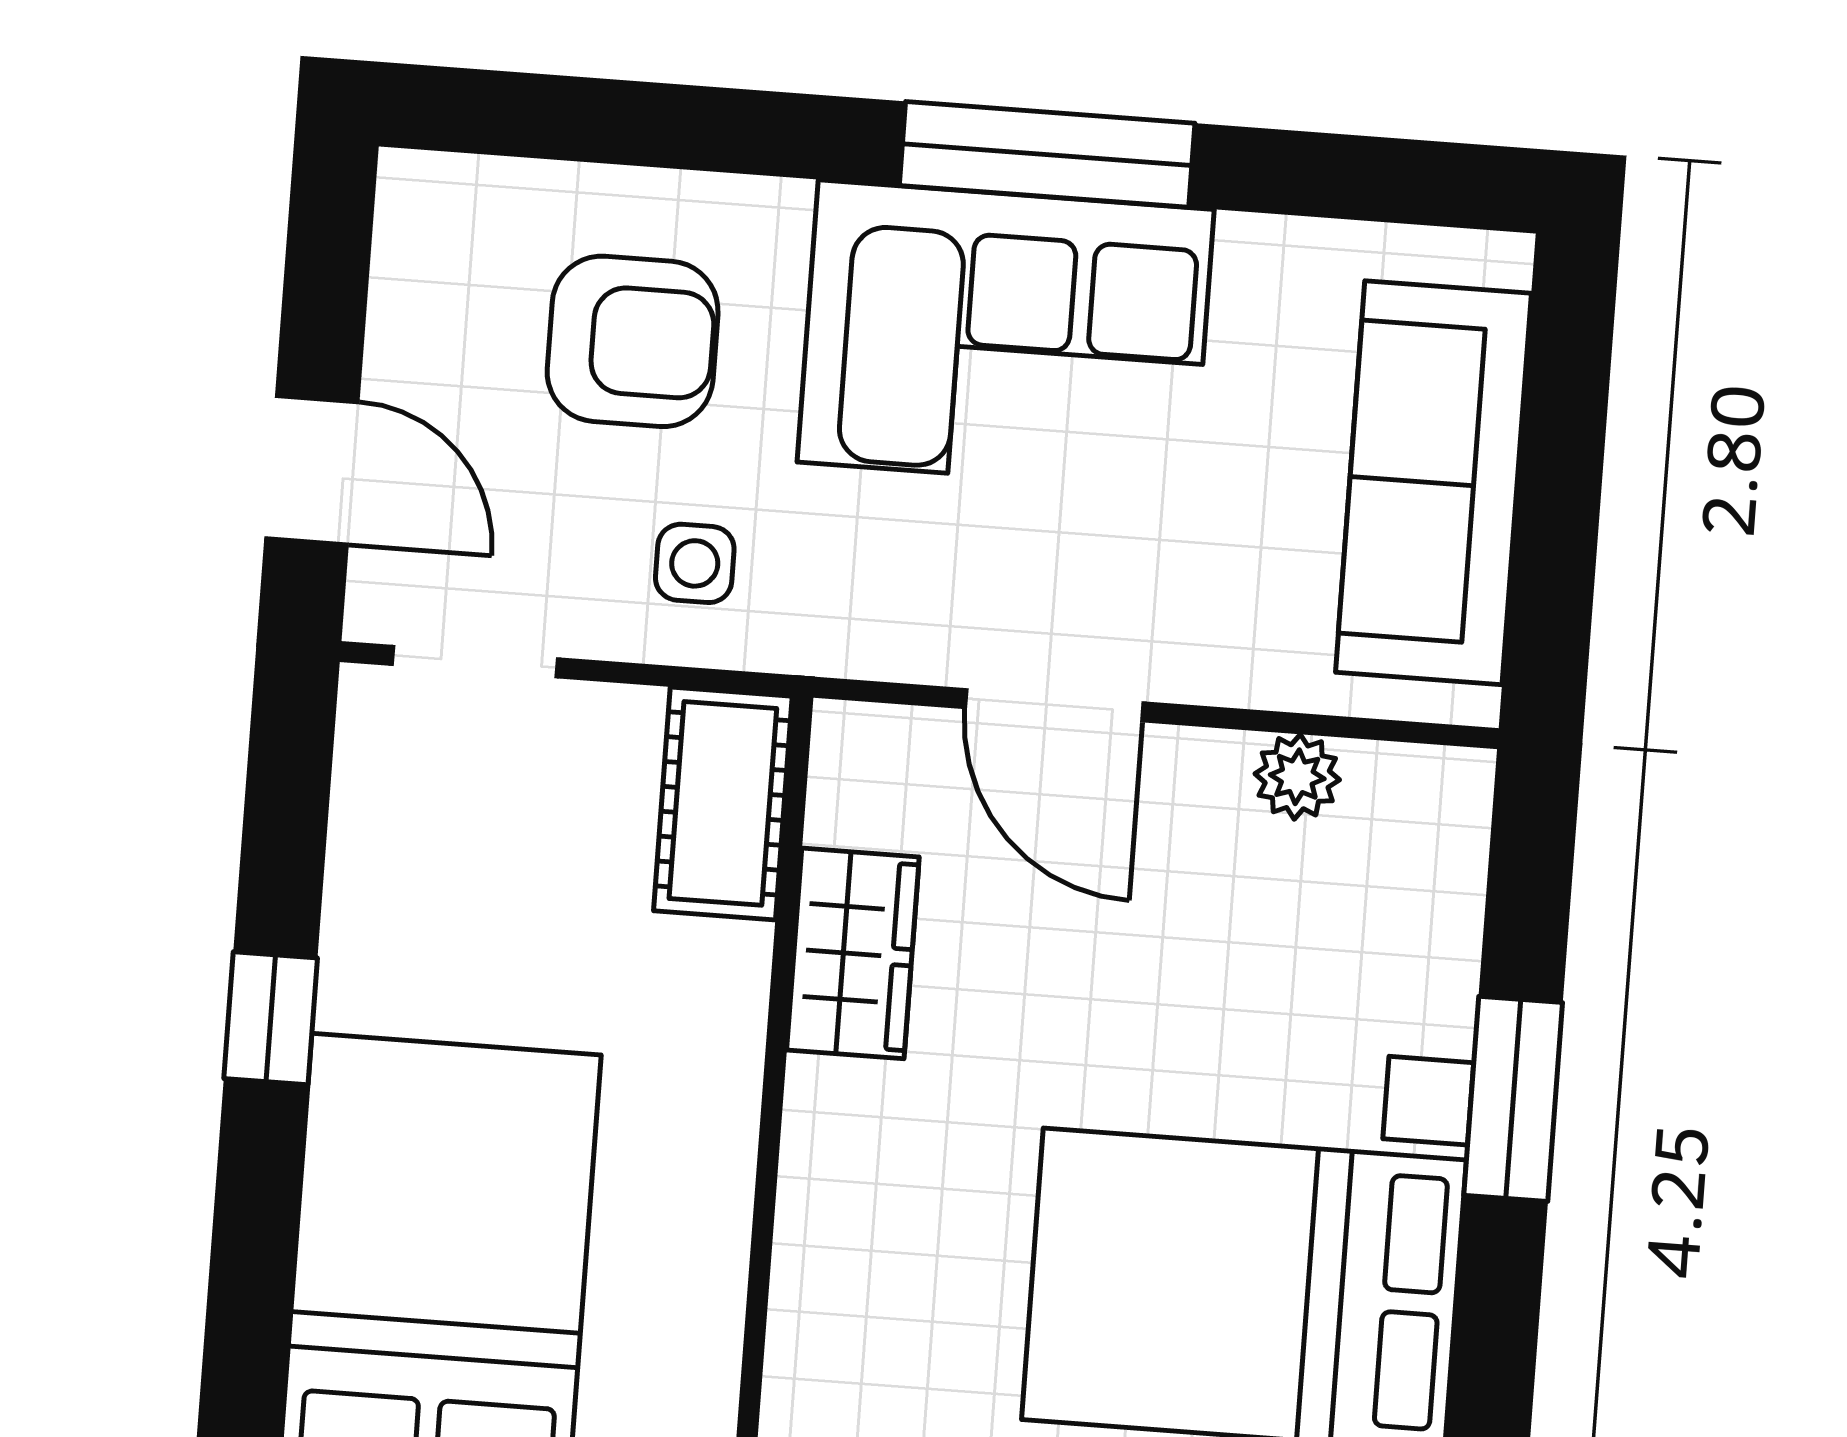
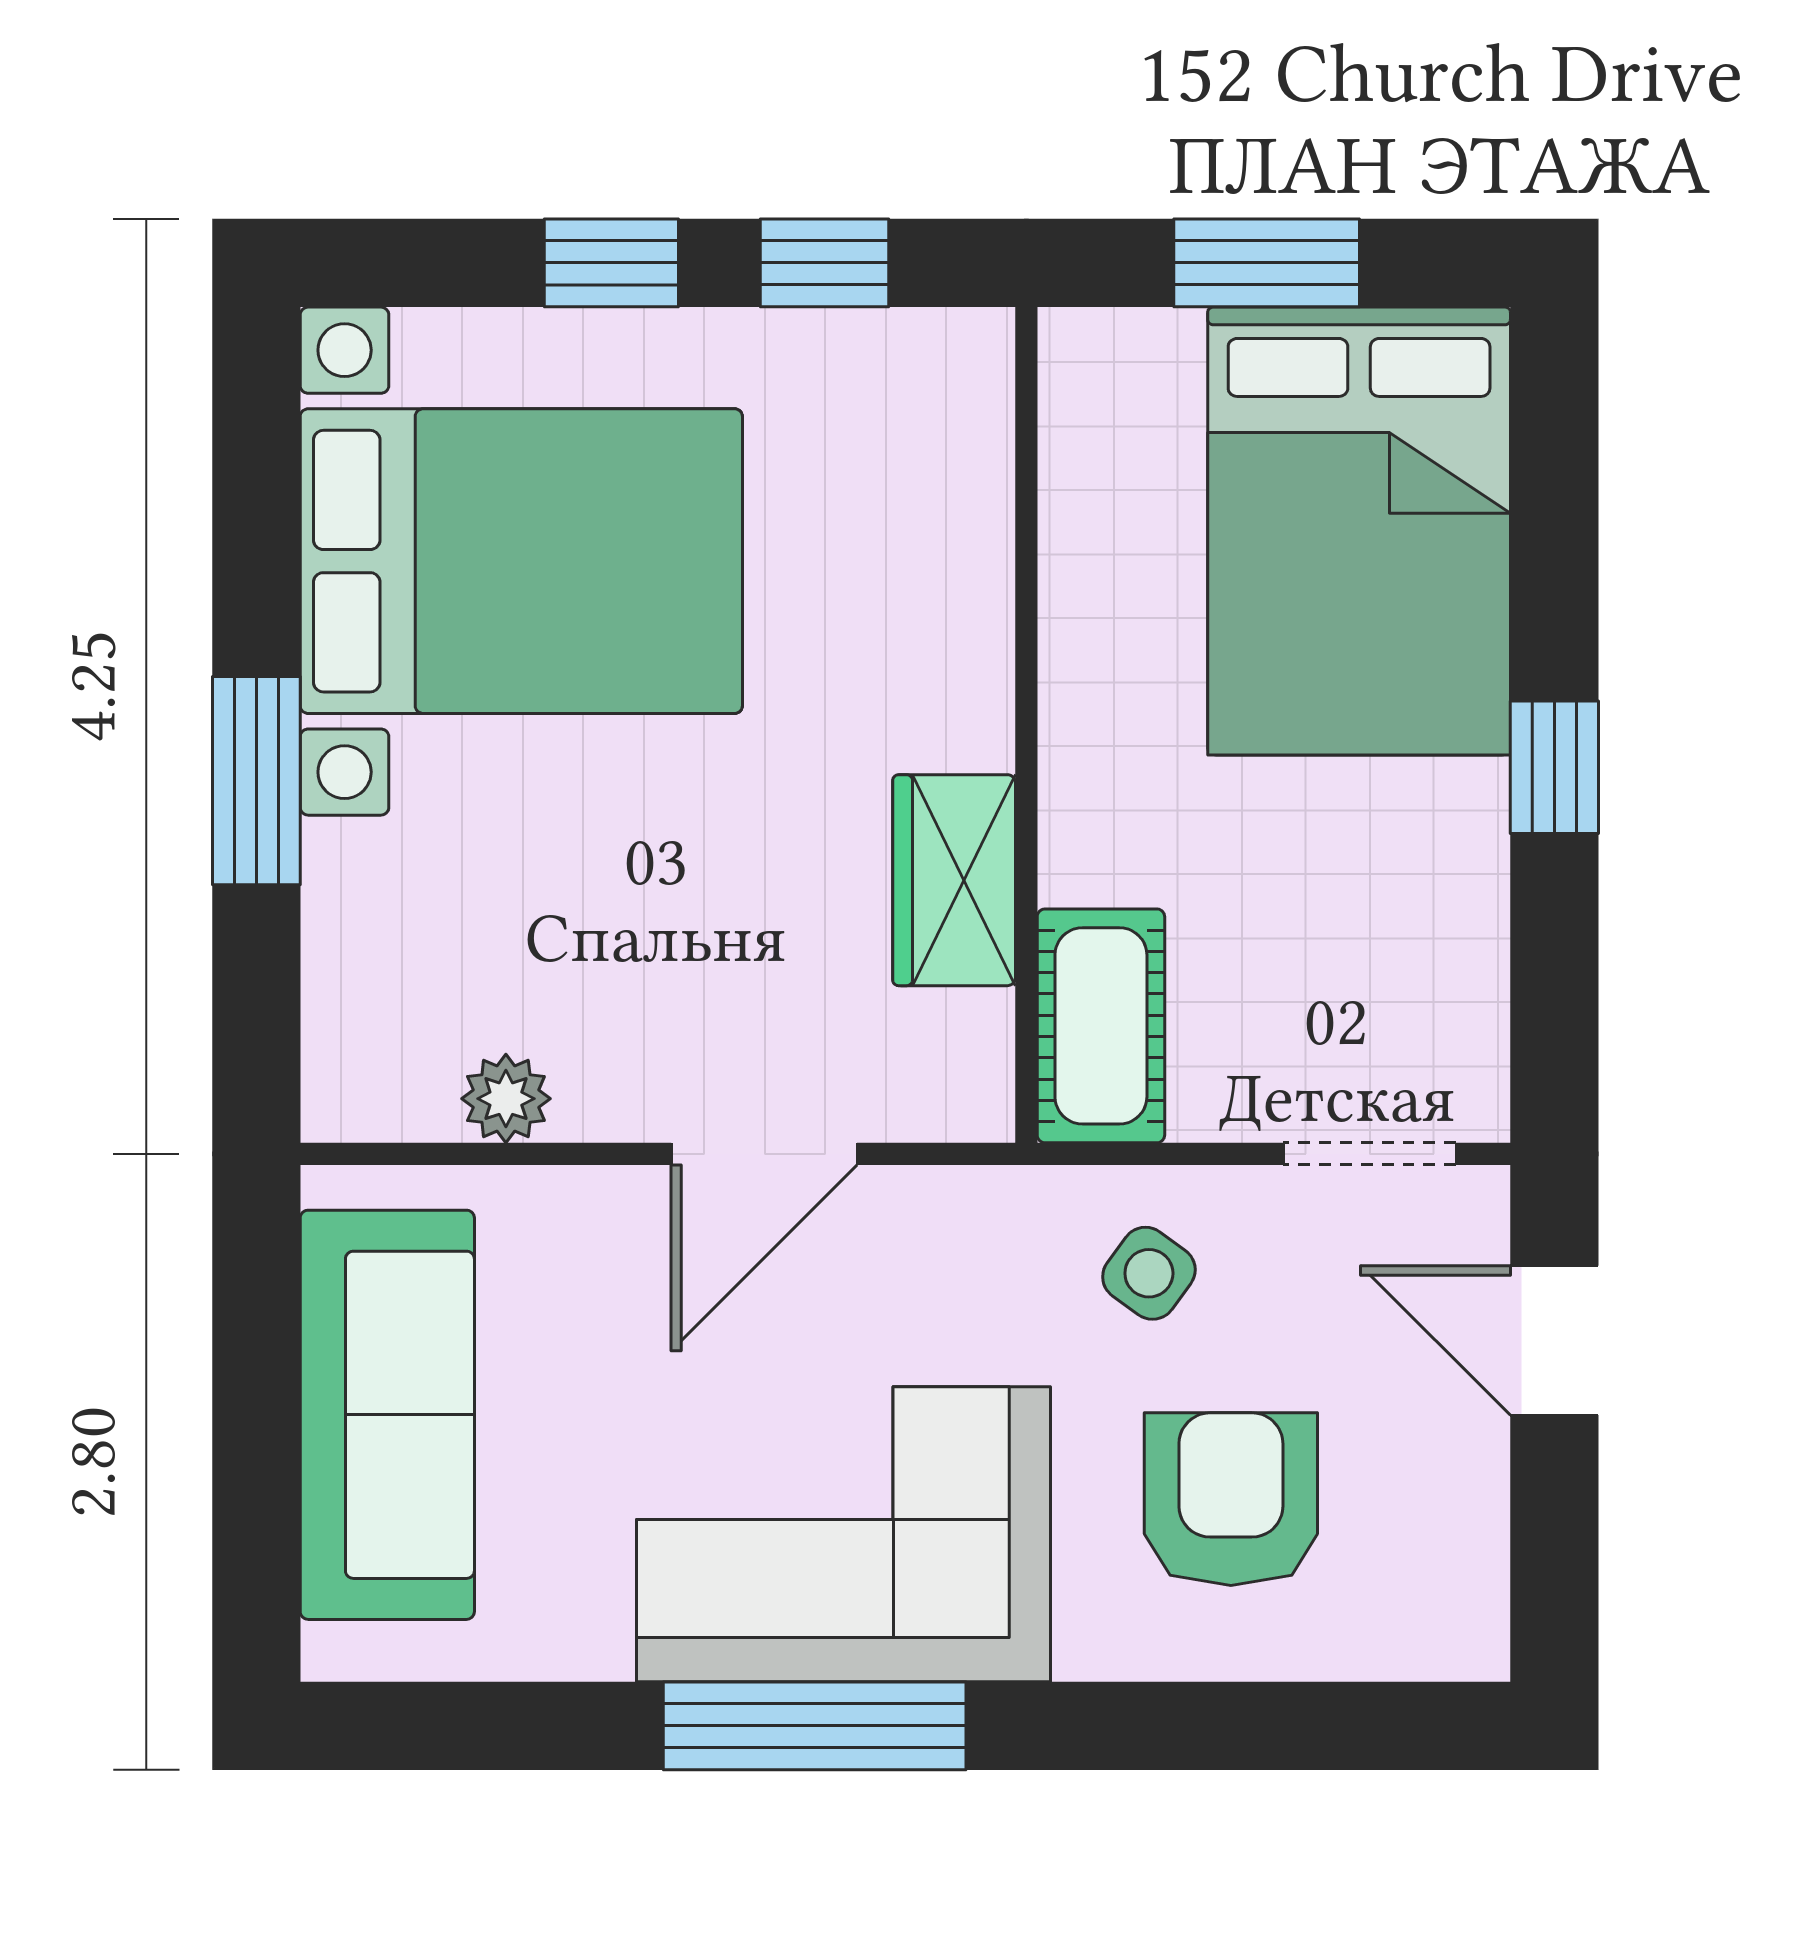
armchair: (633, 341) -> (1231, 1499), turned 90
side table: (695, 563) -> (1149, 1273), turned 36
door: (1054, 705) -> (764, 1154), swing flipped

